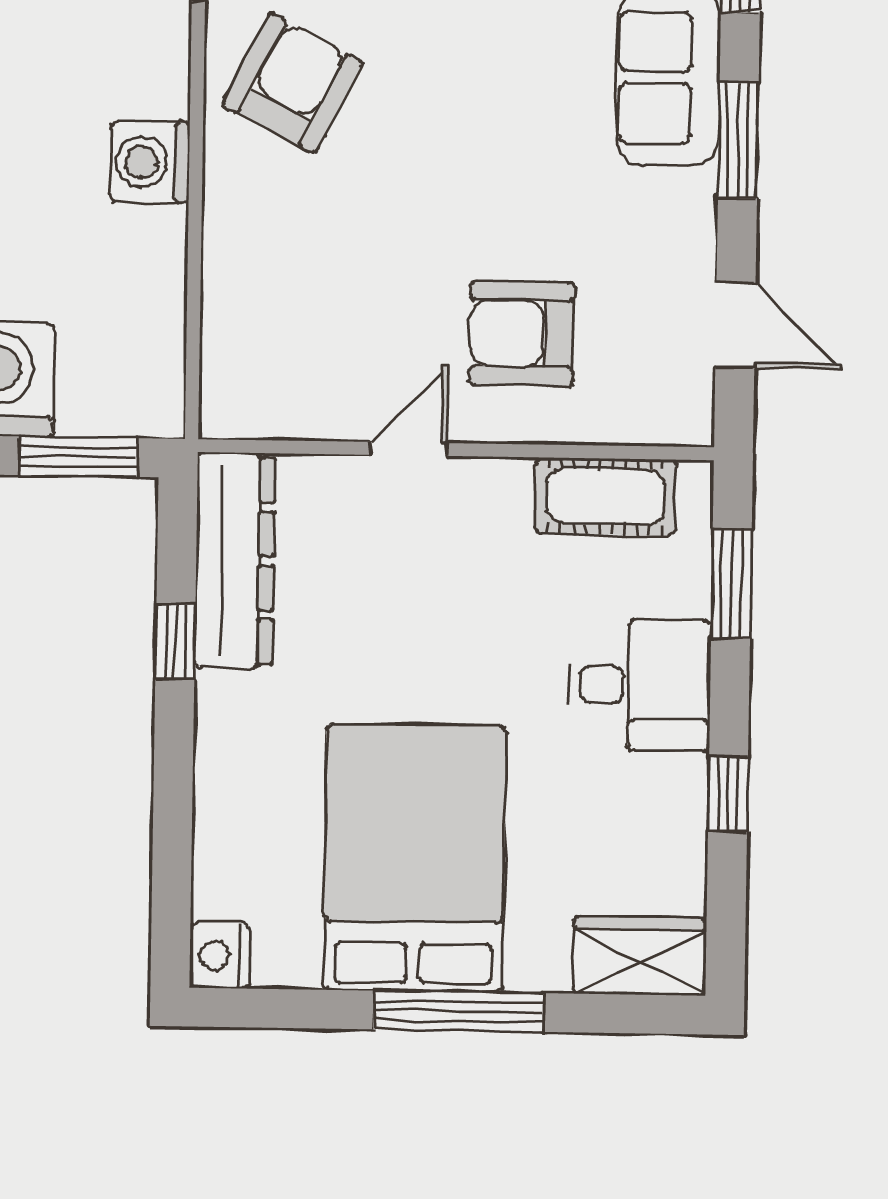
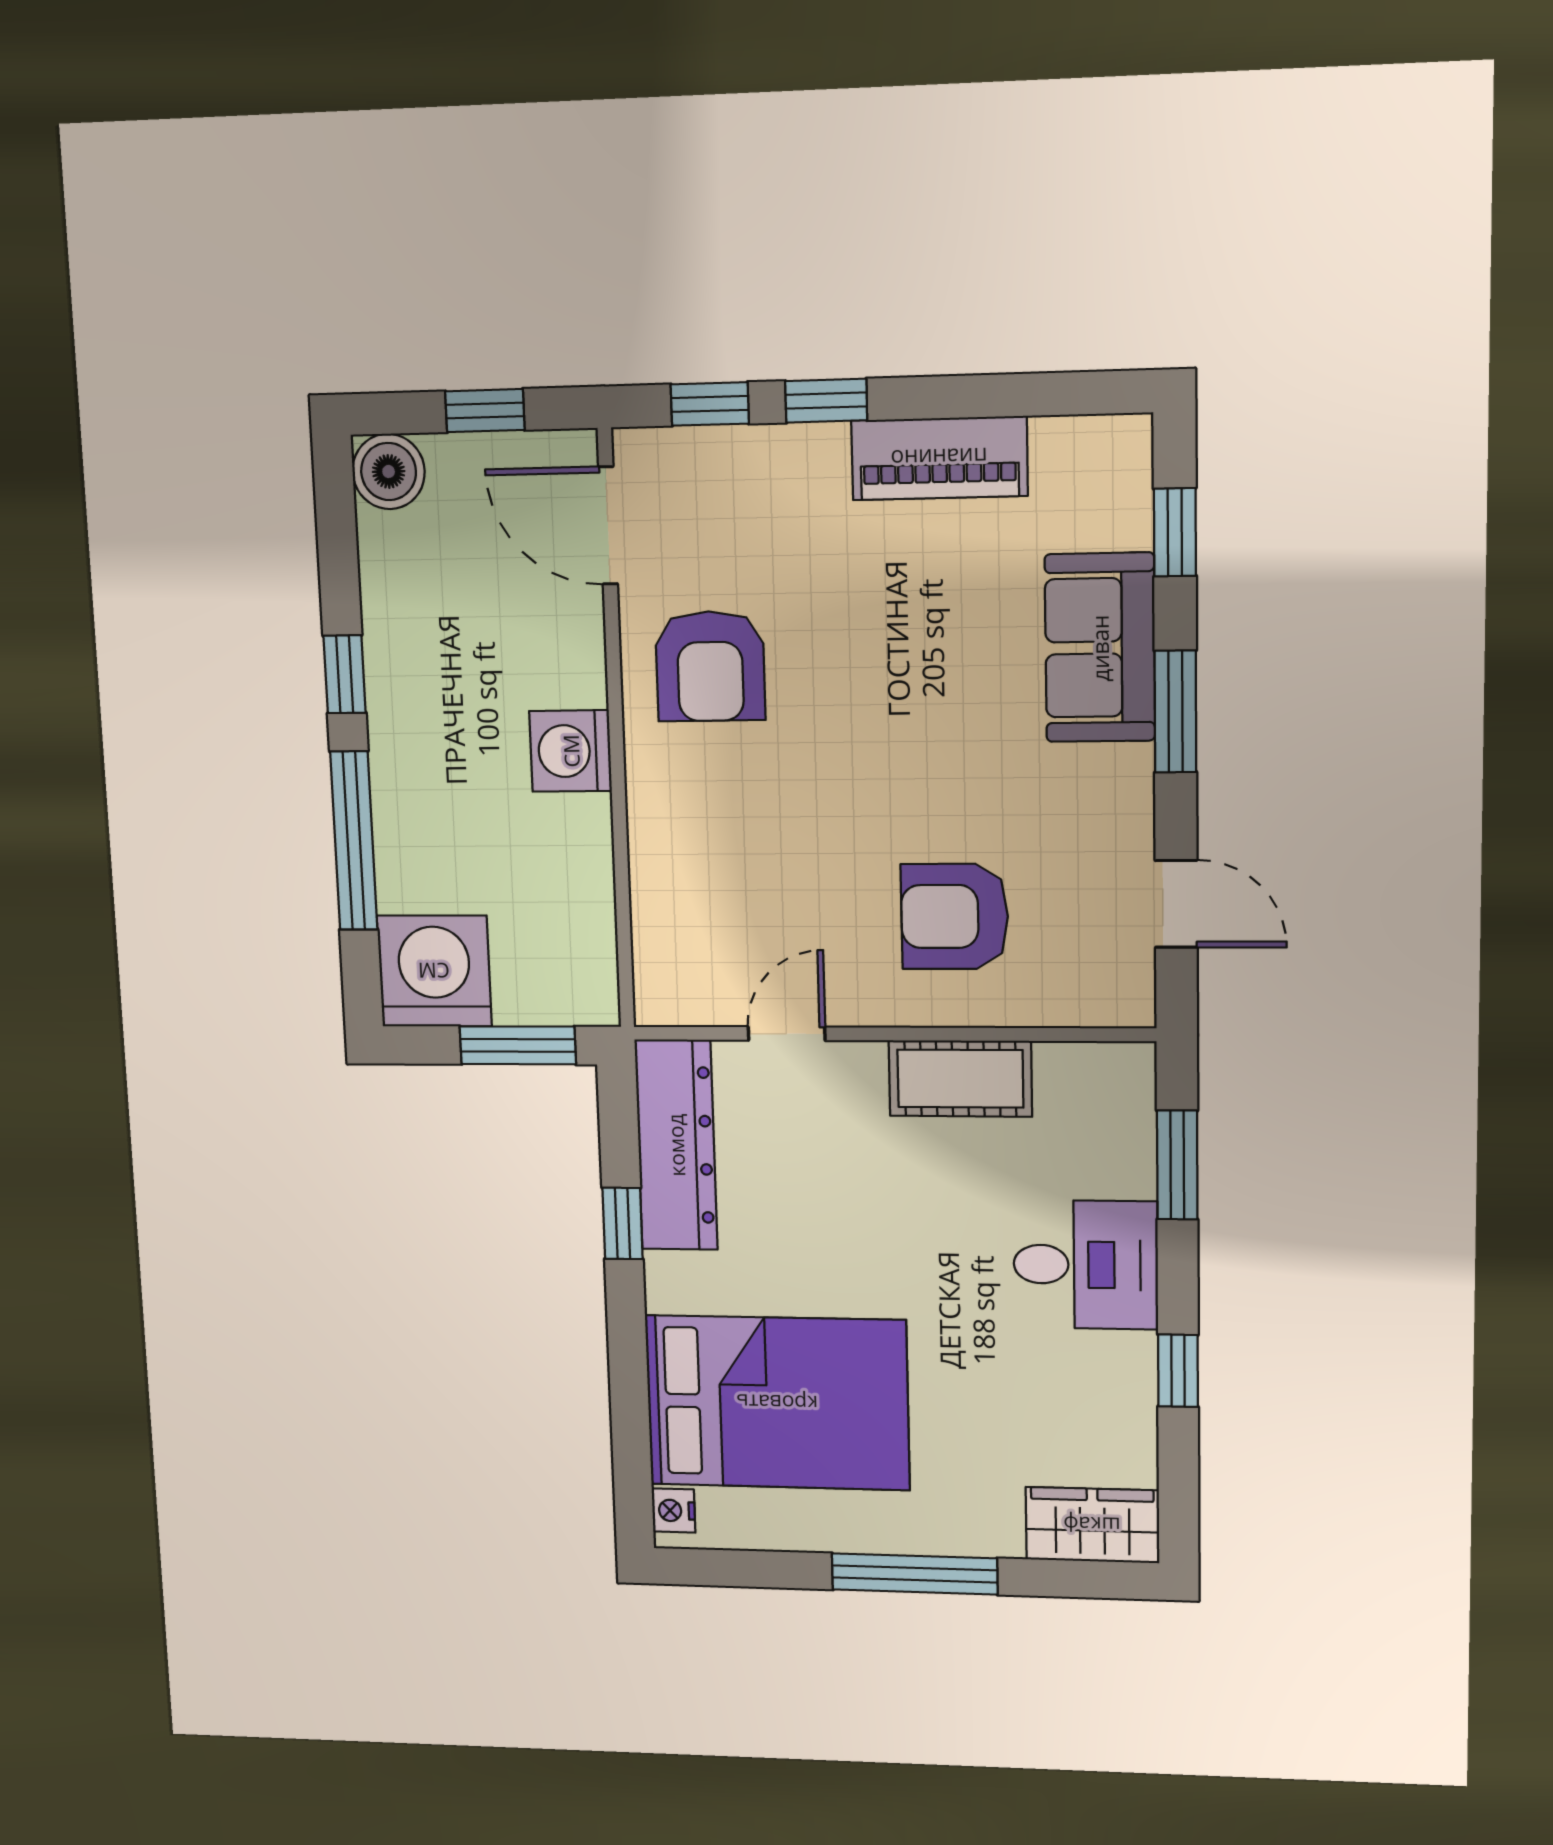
armchair: (293, 83) -> (710, 666), turned 153
door: (409, 449) -> (787, 1034), moved
cot: (606, 497) -> (960, 1079), moved
bed: (414, 858) -> (777, 1403), moved, turned 90
nightstand: (220, 956) -> (673, 1511), width x0.72, depth x0.74

